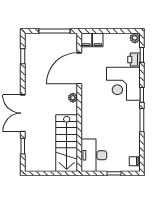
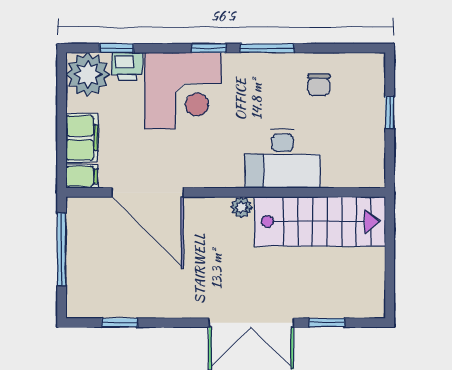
plant: (135, 38) -> (88, 74), width x1.87, depth x1.87
filing cabinet: (98, 40) -> (82, 138), width x2.00
plant: (73, 98) -> (242, 207), moved
desk: (94, 155) -> (283, 159), moved
chair: (134, 161) -> (319, 85), moved

